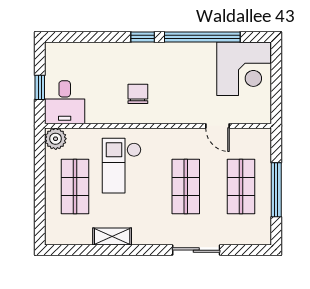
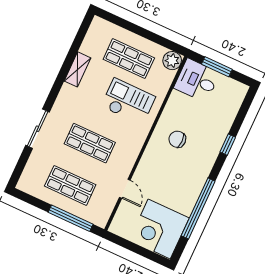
window: (143, 37) -> (228, 145), moved
window: (40, 87) -> (217, 67), width x1.50
chair: (138, 94) -> (177, 139), turned 180
door: (217, 126) -> (125, 189), swing flipped
window: (276, 190) -> (71, 218), moved

